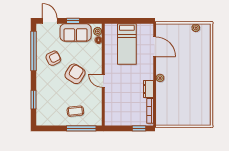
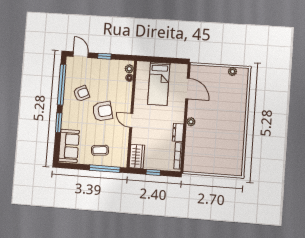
sofa: (76, 33) -> (69, 146), moved, turned -90
armchair: (75, 74) -> (103, 111), turned 44
window: (34, 100) -> (59, 123), moved
wardrobe: (111, 114) -> (137, 156), added
window: (139, 128) -> (153, 172), moved

